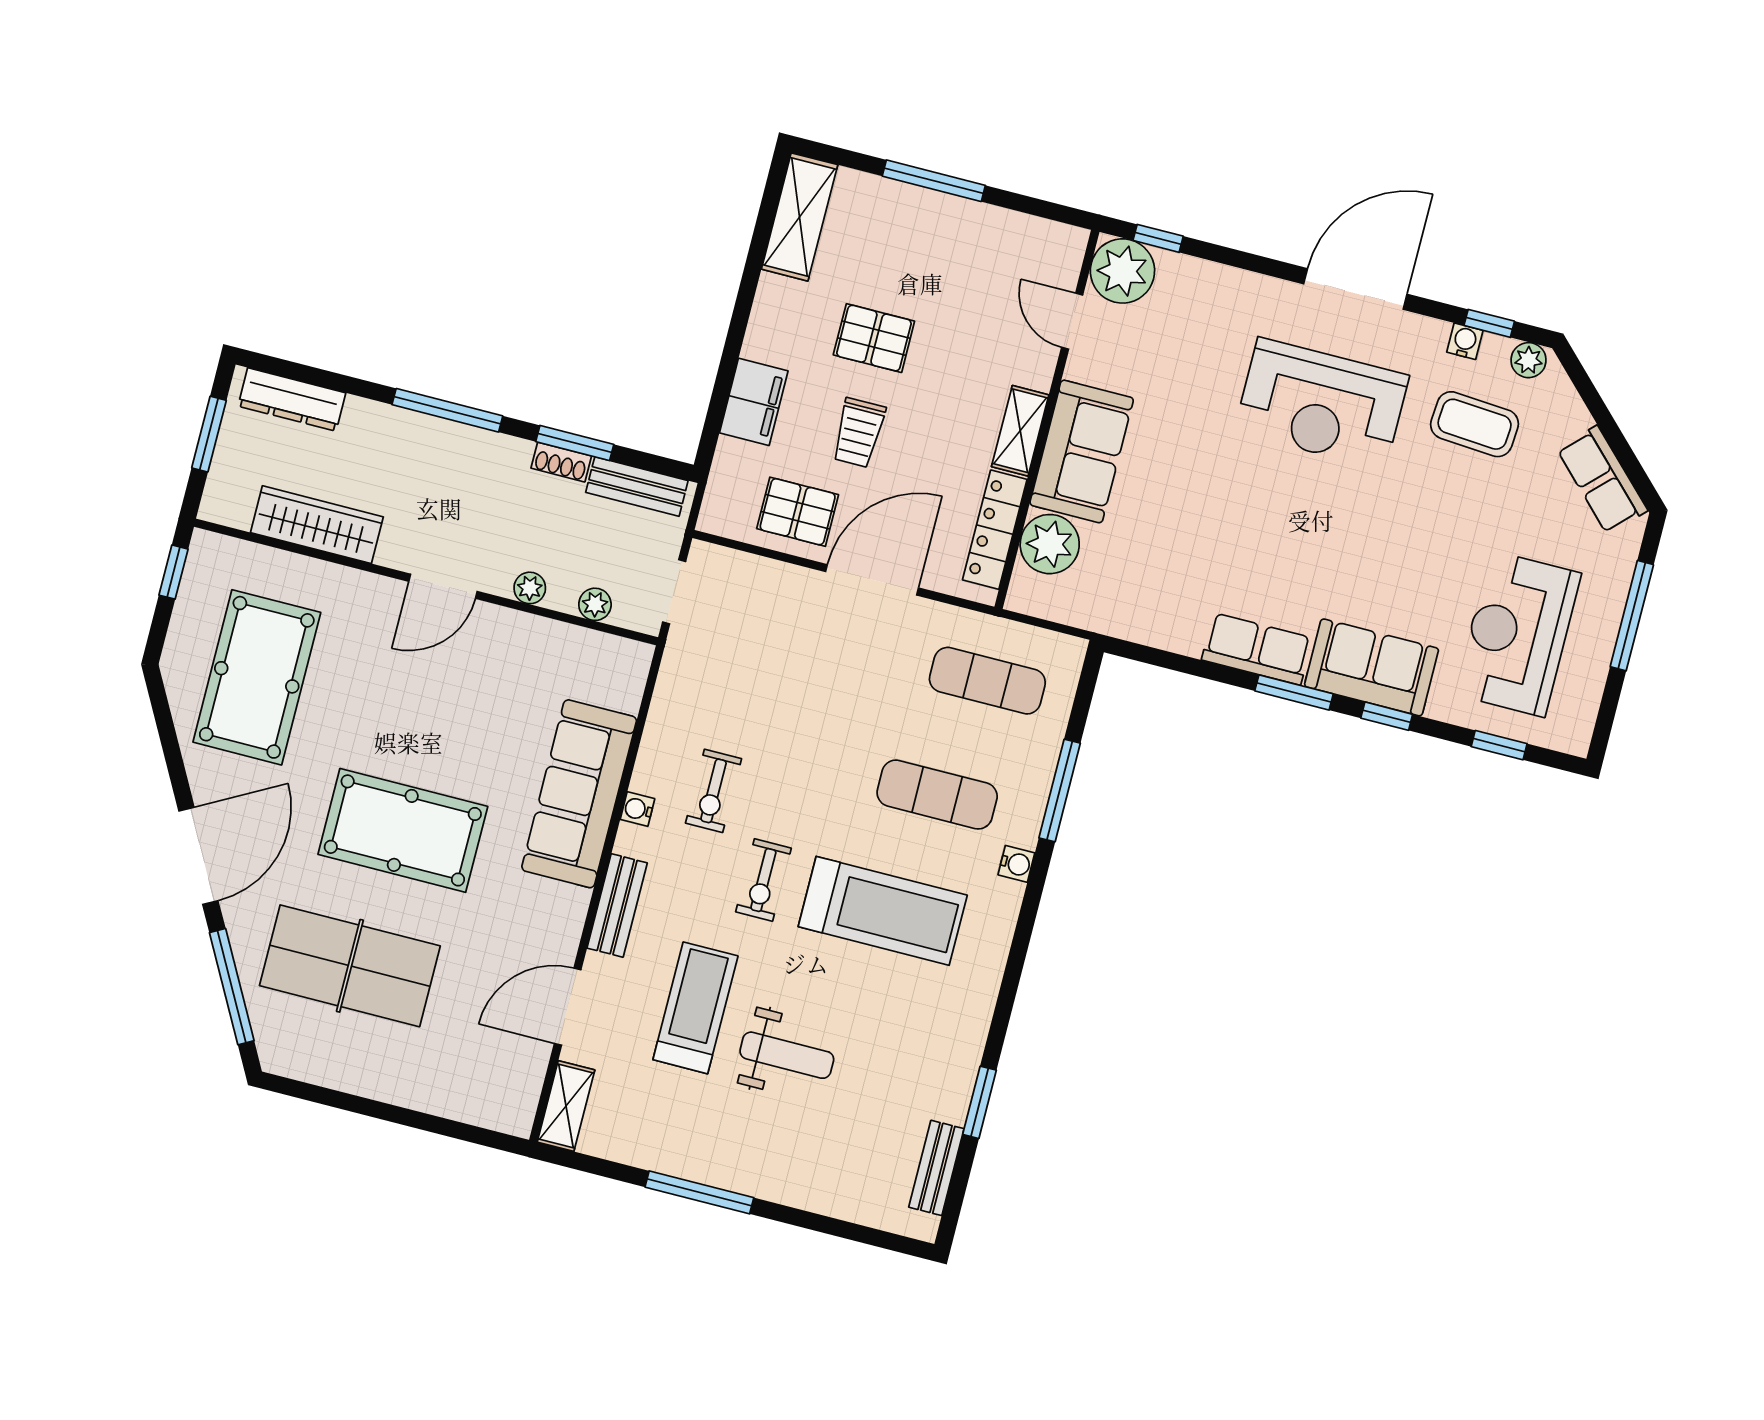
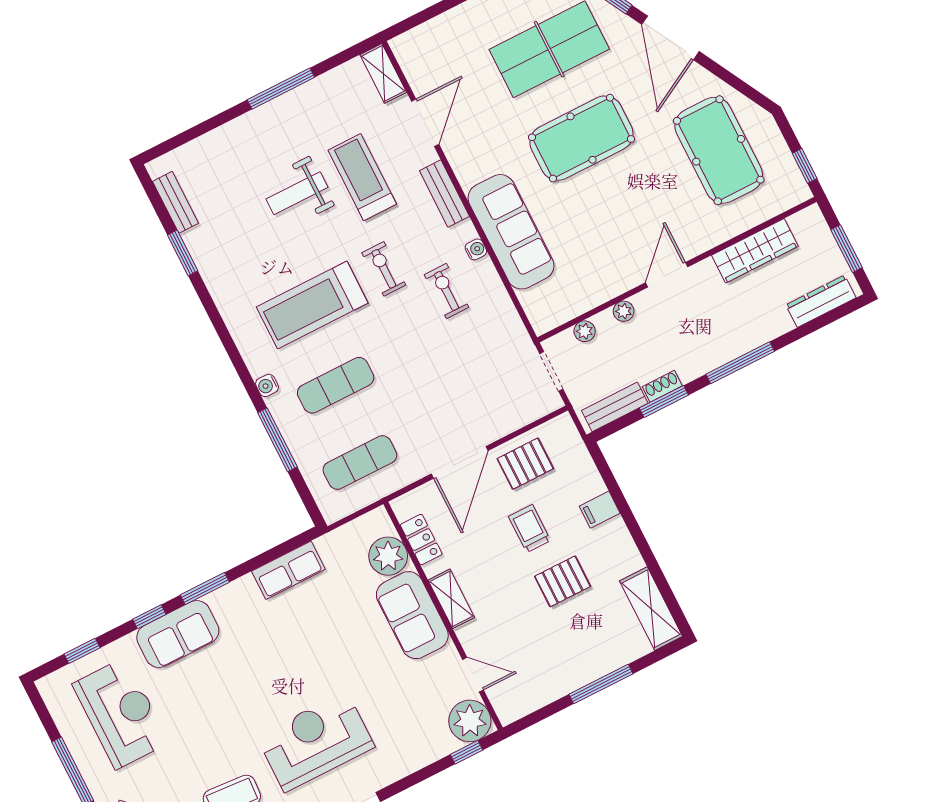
filing cabinet: (754, 402) -> (600, 510), width x0.50
locker: (995, 530) -> (421, 540), width x0.66
row of seats: (1257, 649) -> (288, 570), moved
treadmill: (695, 1008) -> (362, 177), turned 180

